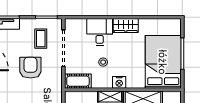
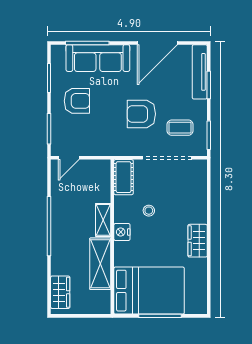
desk: (100, 32) -> (189, 206), removed
armchair: (30, 68) -> (141, 114), turned 180

